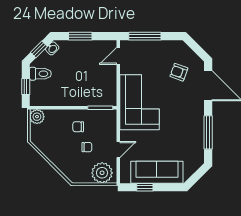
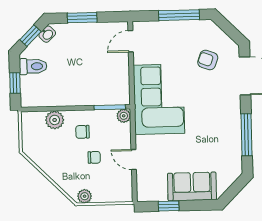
window: (145, 36) -> (179, 15), moved
plant: (111, 115) -> (124, 116), added
plant: (37, 117) -> (55, 120), moved
door: (118, 150) -> (134, 159), swing flipped
sofa: (157, 172) -> (192, 186), width x0.73
plant: (102, 173) -> (85, 196), moved, width x0.53, depth x0.53

